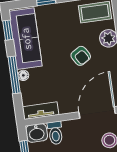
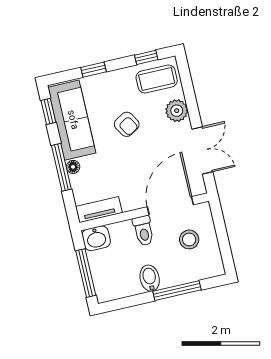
armchair: (81, 56) -> (127, 124), moved
toilet: (55, 133) -> (143, 231), moved

